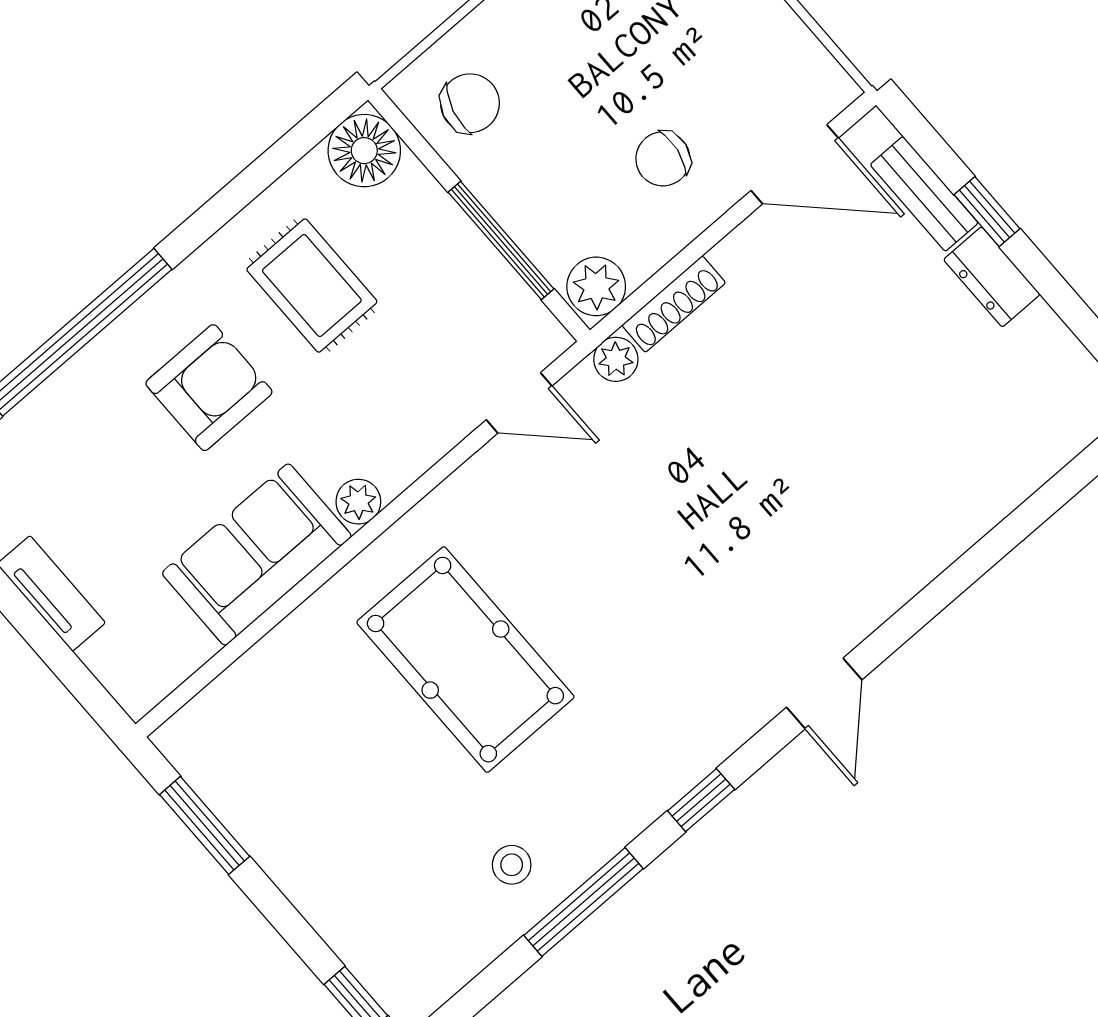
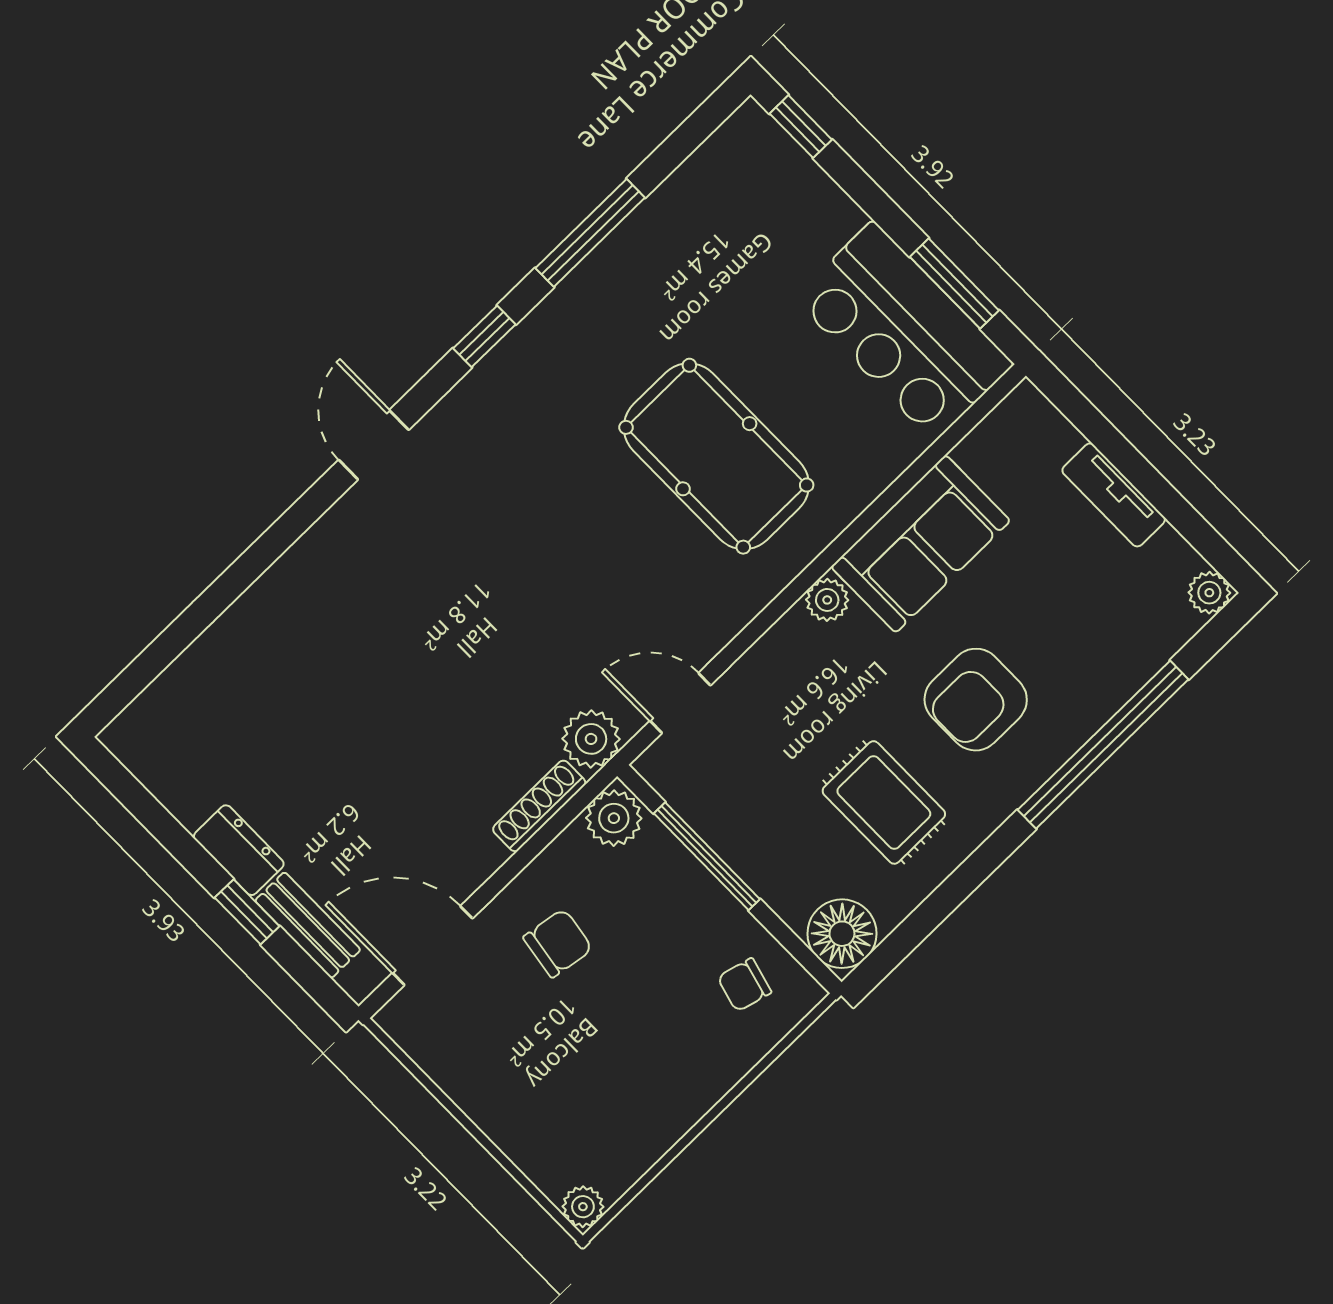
chair: (470, 103) -> (744, 985), width x0.73, depth x0.73
plant: (616, 359) -> (591, 739), width x1.38, depth x1.38
bar counter: (261, 779) -> (904, 331), added
stool: (512, 865) -> (661, 264), removed

